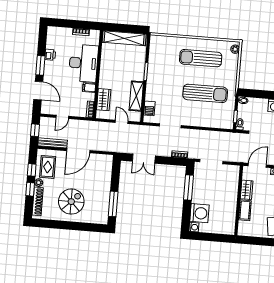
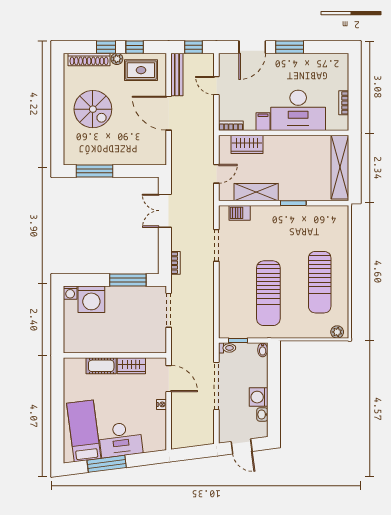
printer: (50, 55) -> (307, 60), removed
sun lounger: (201, 58) -> (320, 282), turned 180

